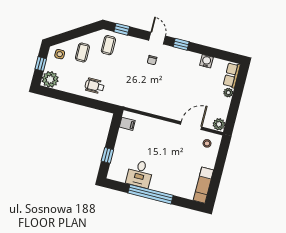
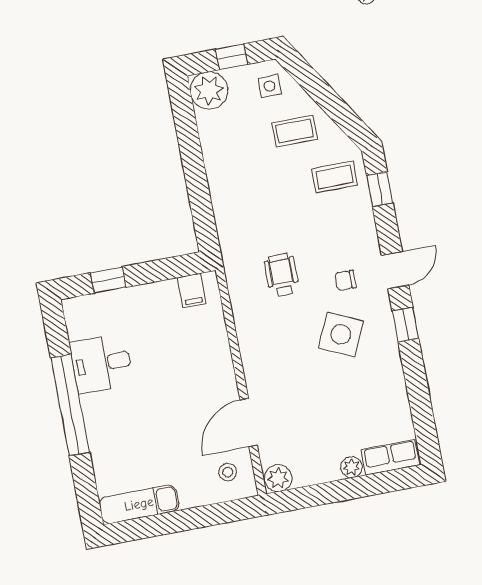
water cooler: (206, 61) -> (395, 393), removed
side table: (173, 72) -> (341, 334), added
wheelchair: (95, 86) -> (282, 275), moved
door: (191, 126) -> (249, 423), swing flipped

